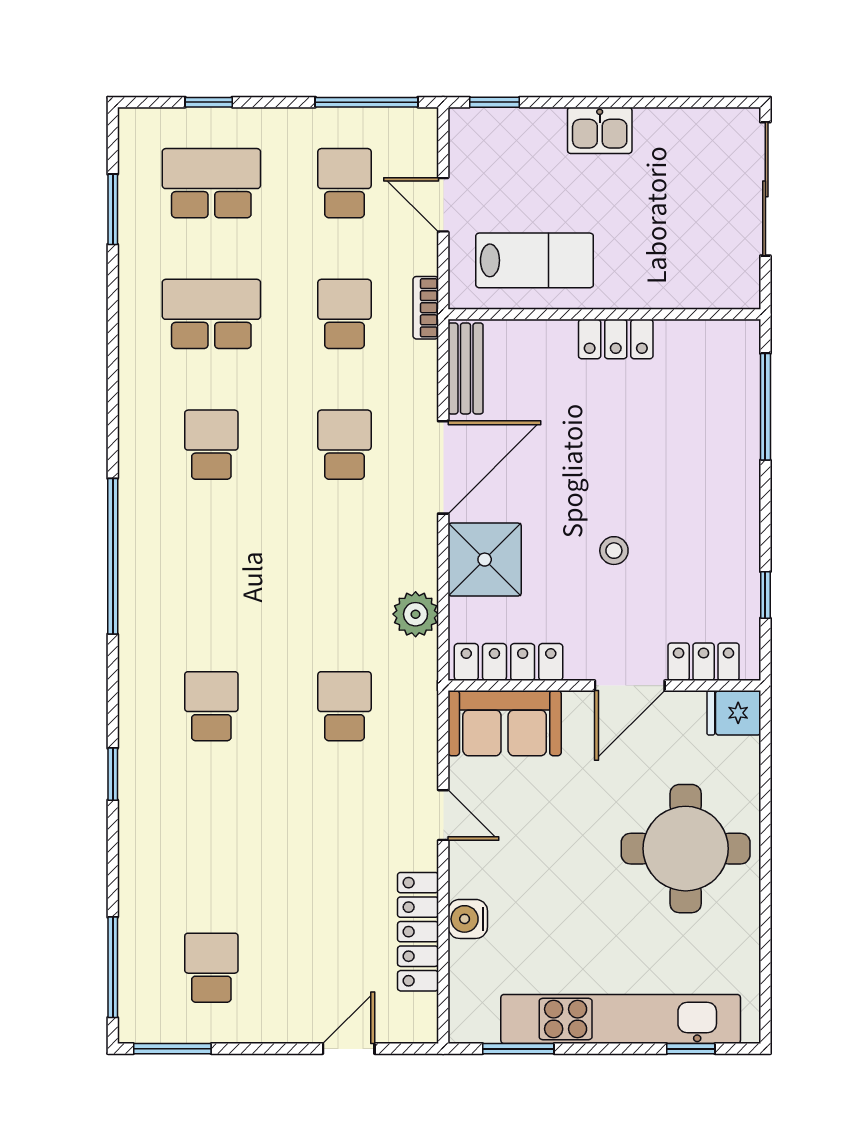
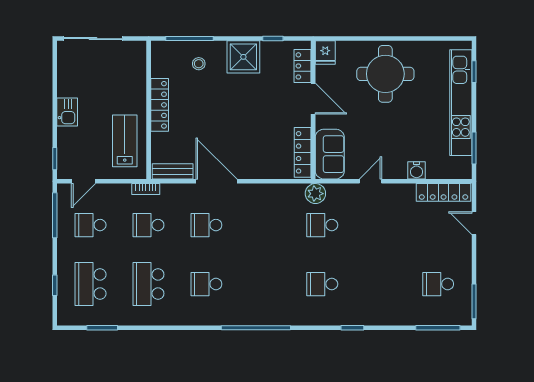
door: (443, 205) -> (83, 181), moved
locker: (616, 339) -> (160, 105), width x1.53
stool: (614, 551) -> (199, 64), moved
shower: (485, 560) -> (243, 57), moved
plant: (416, 614) -> (315, 194), moved
locker: (418, 932) -> (444, 192), moved

